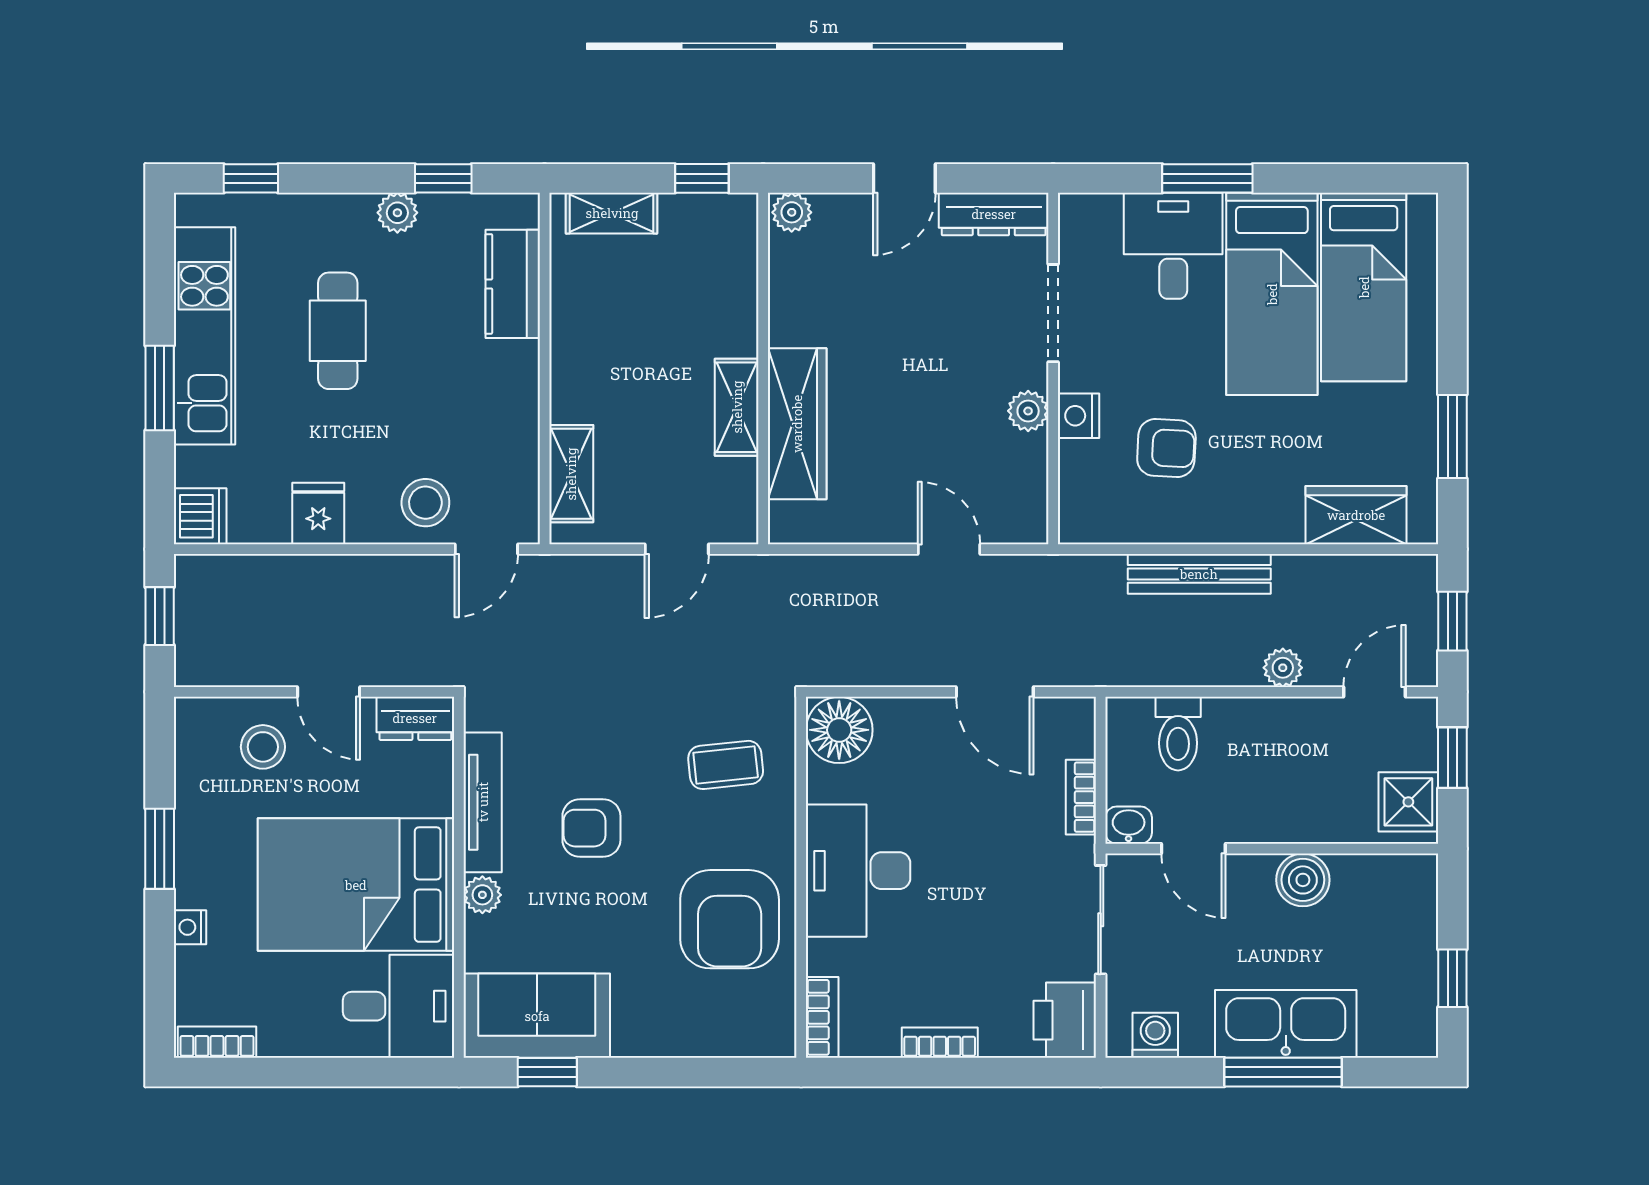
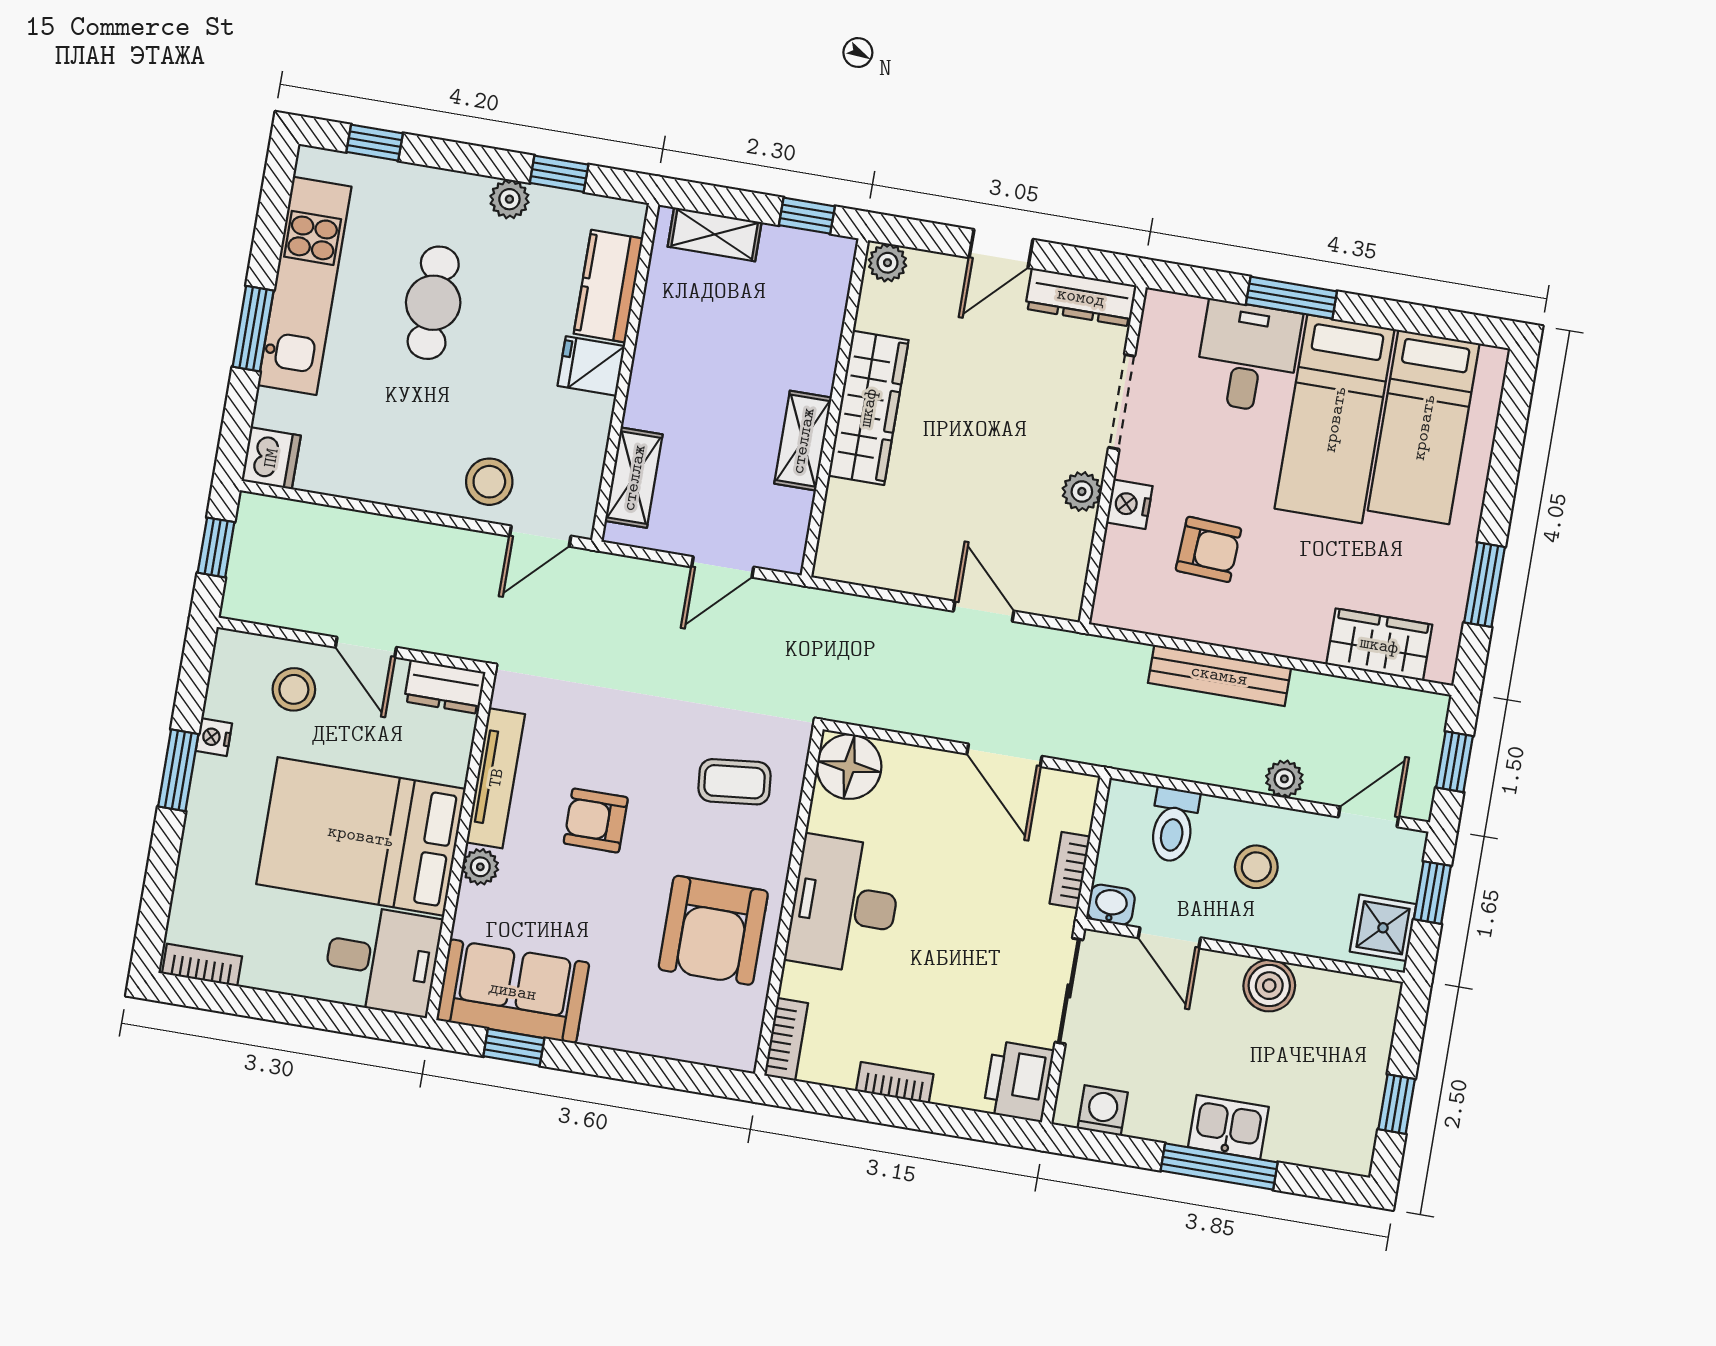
wardrobe: (797, 424) -> (868, 408), moved
fridge: (318, 514) -> (591, 366), moved, turned -90
stool: (1269, 762) -> (1256, 867), added
nightstand: (190, 927) -> (214, 737), moved
kitchen sink: (1286, 1024) -> (1228, 1127), width x0.53, depth x0.81

